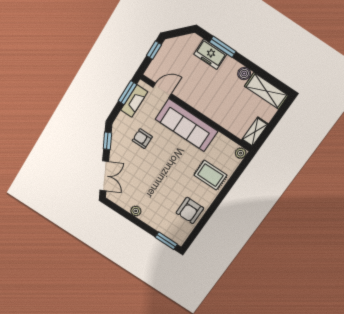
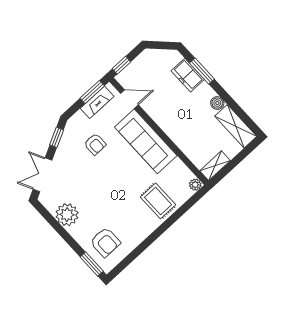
window: (154, 50) -> (121, 65), moved
armchair: (142, 139) -> (95, 144), turned 180
double door: (104, 176) -> (42, 175), swing flipped
armchair: (190, 210) -> (105, 242), moved, turned -90
plant: (136, 211) -> (67, 215), width x1.88, depth x1.88

